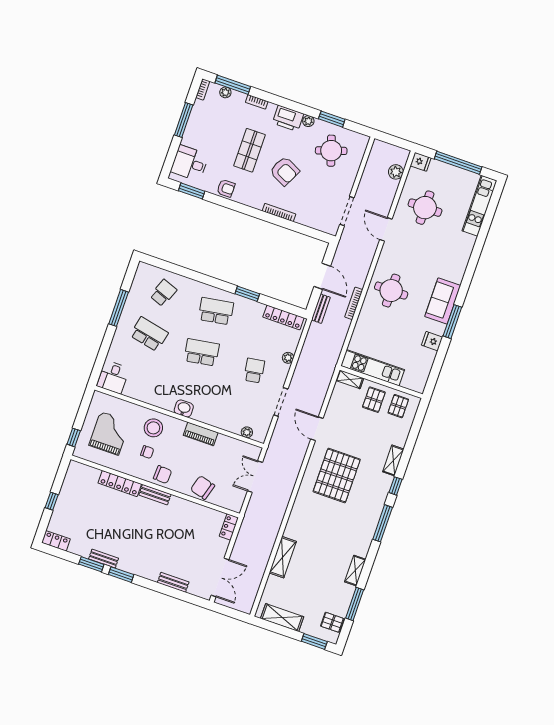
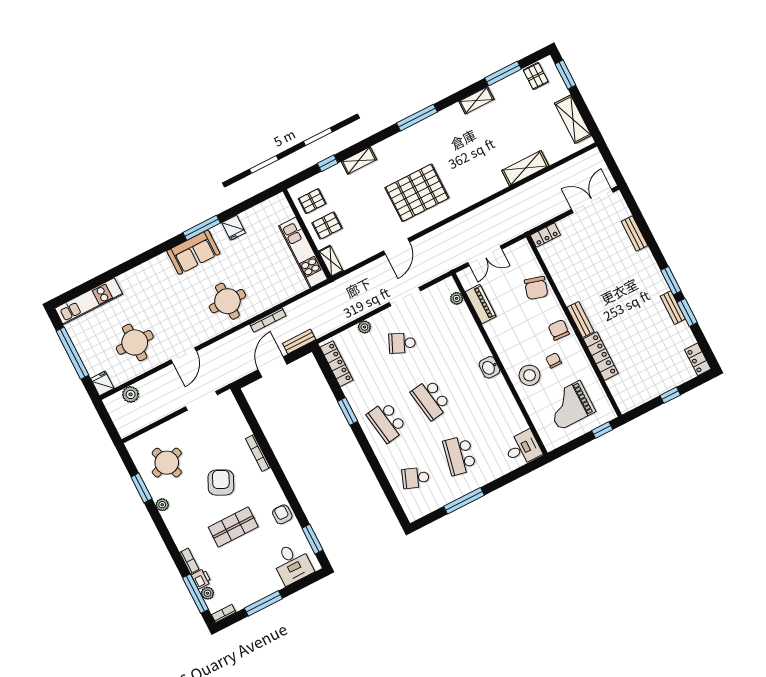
printer: (288, 118) -> (201, 579), moved, width x0.53, depth x0.68
school desk: (254, 371) -> (402, 343), turned 33
piano: (201, 434) -> (481, 304), moved
window: (396, 486) -> (328, 163), moved

